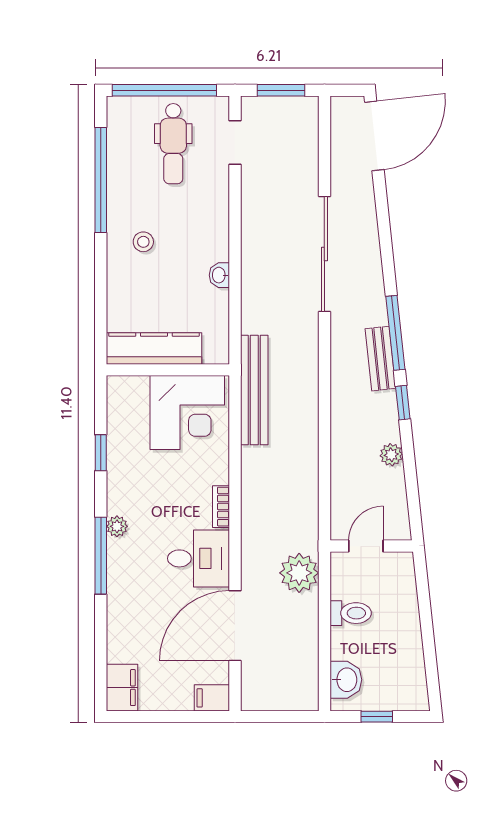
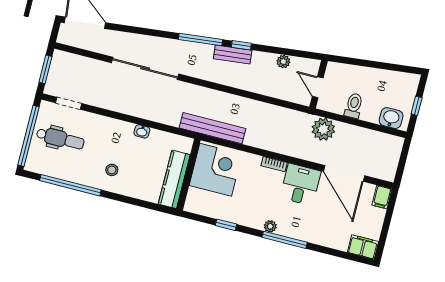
bench: (380, 359) -> (233, 55), moved
plant: (391, 455) -> (283, 62), moved

